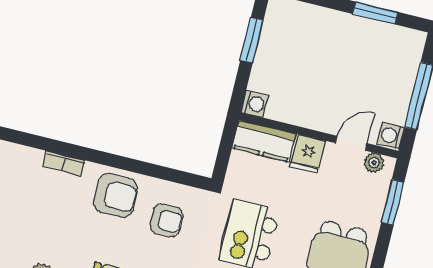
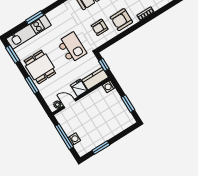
washing machine: (391, 136) -> (74, 139), moved
door: (351, 143) -> (70, 103), swing flipped
window: (225, 149) -> (104, 65), added
window: (393, 202) -> (32, 85), moved

